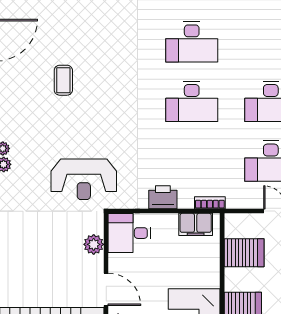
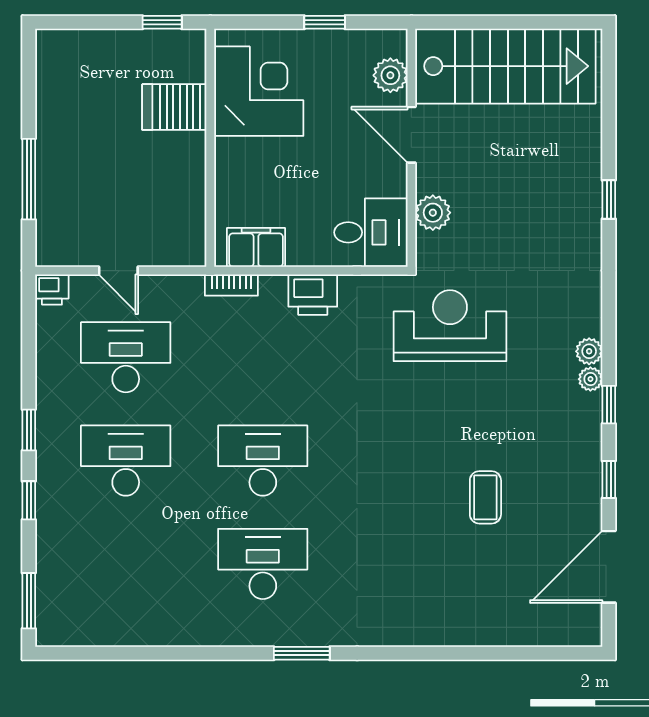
server rack: (244, 253) -> (172, 198), removed

